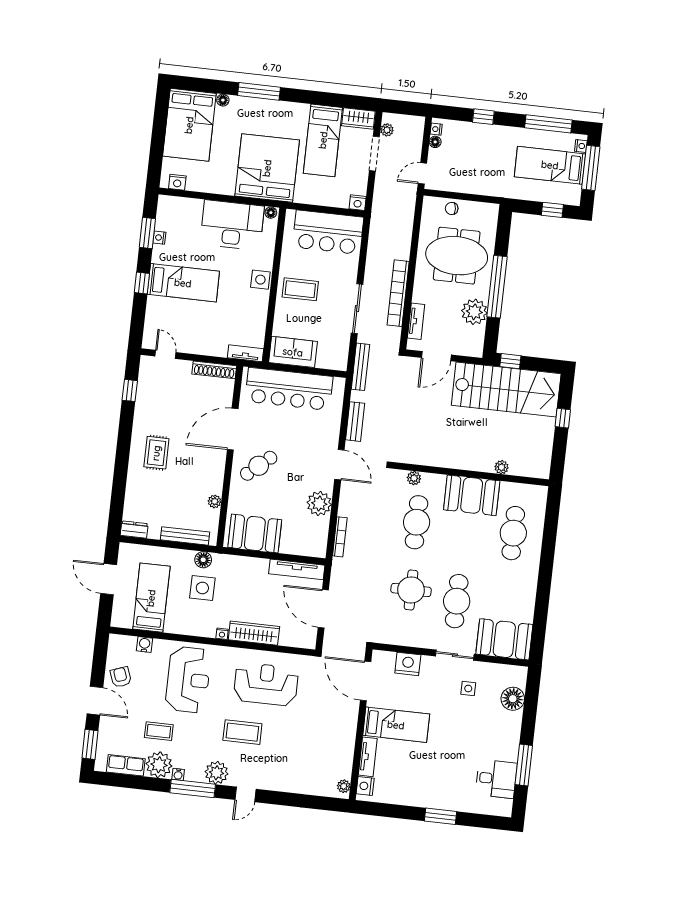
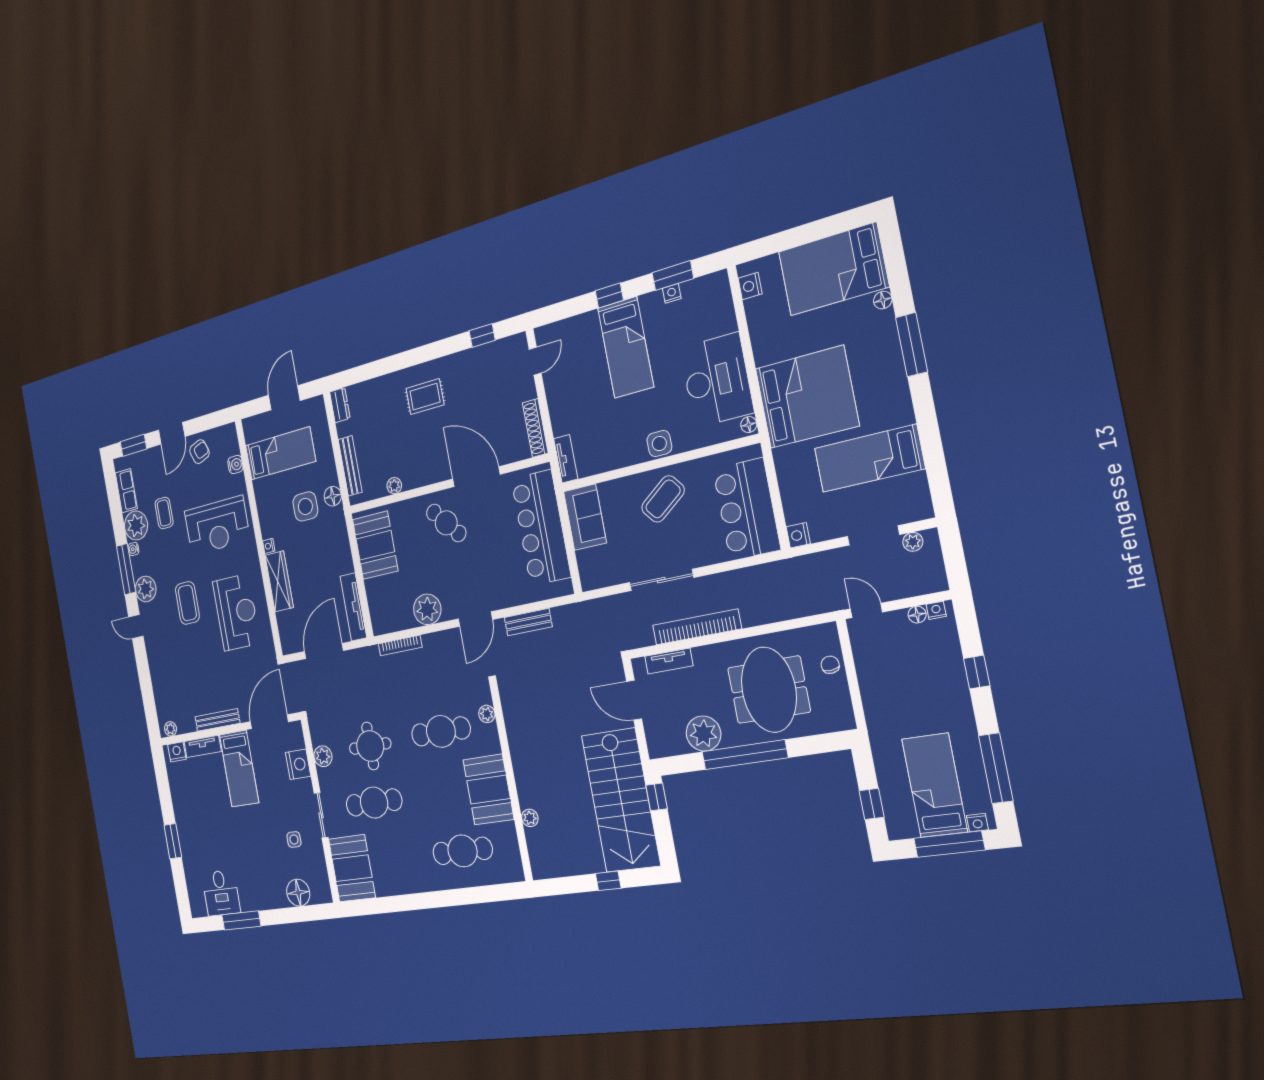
wardrobe: (358, 118) -> (917, 497), removed
coffee table: (300, 289) -> (663, 499), turned 52
bench: (360, 367) -> (217, 720), moved
plant: (407, 638) -> (323, 756), added

